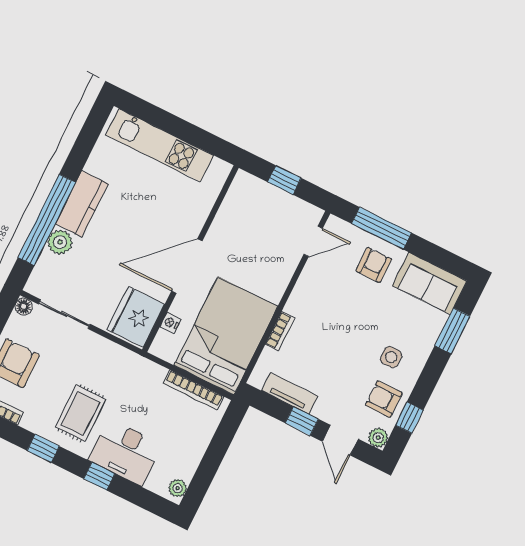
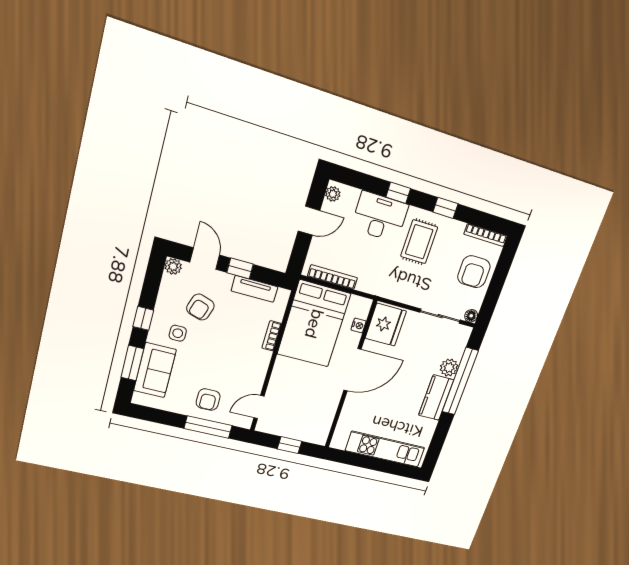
sofa: (429, 283) -> (155, 370), moved, turned 90
armchair: (384, 399) -> (200, 307), moved, turned 108
window: (409, 418) -> (143, 318), moved
door: (211, 462) -> (309, 221), added

